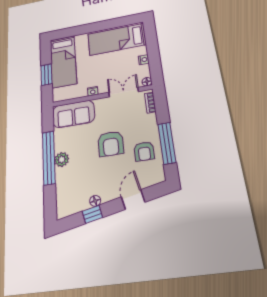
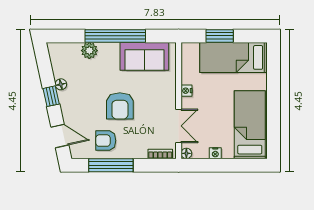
sofa: (73, 114) -> (144, 56), moved, turned -90
armchair: (111, 144) -> (120, 106), turned -90
plant: (62, 159) -> (89, 51), moved
door: (133, 200) -> (60, 136), moved
window: (92, 214) -> (51, 96), moved

